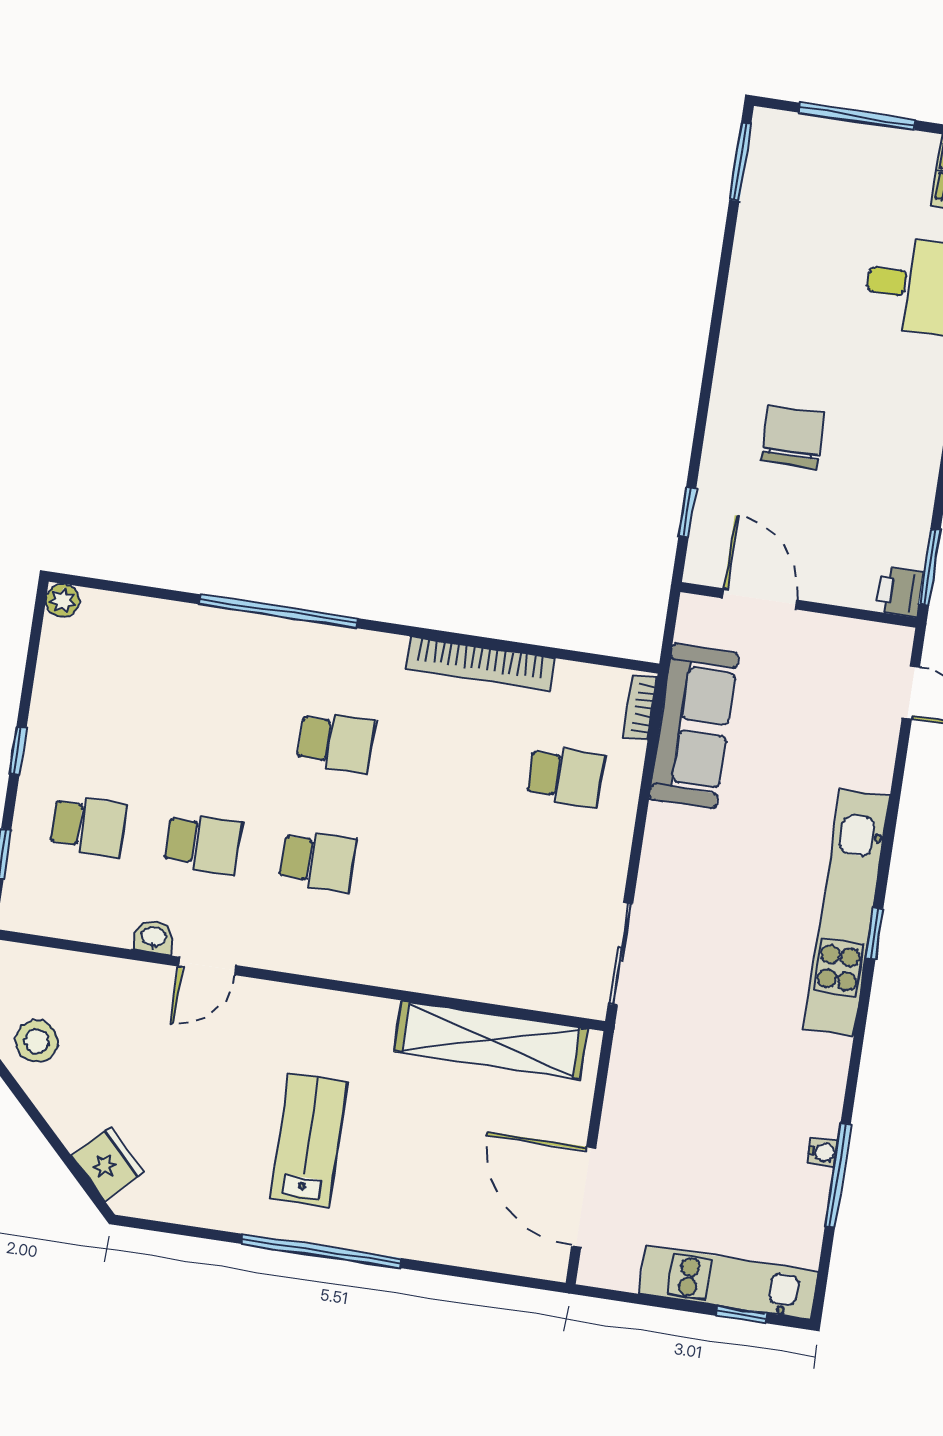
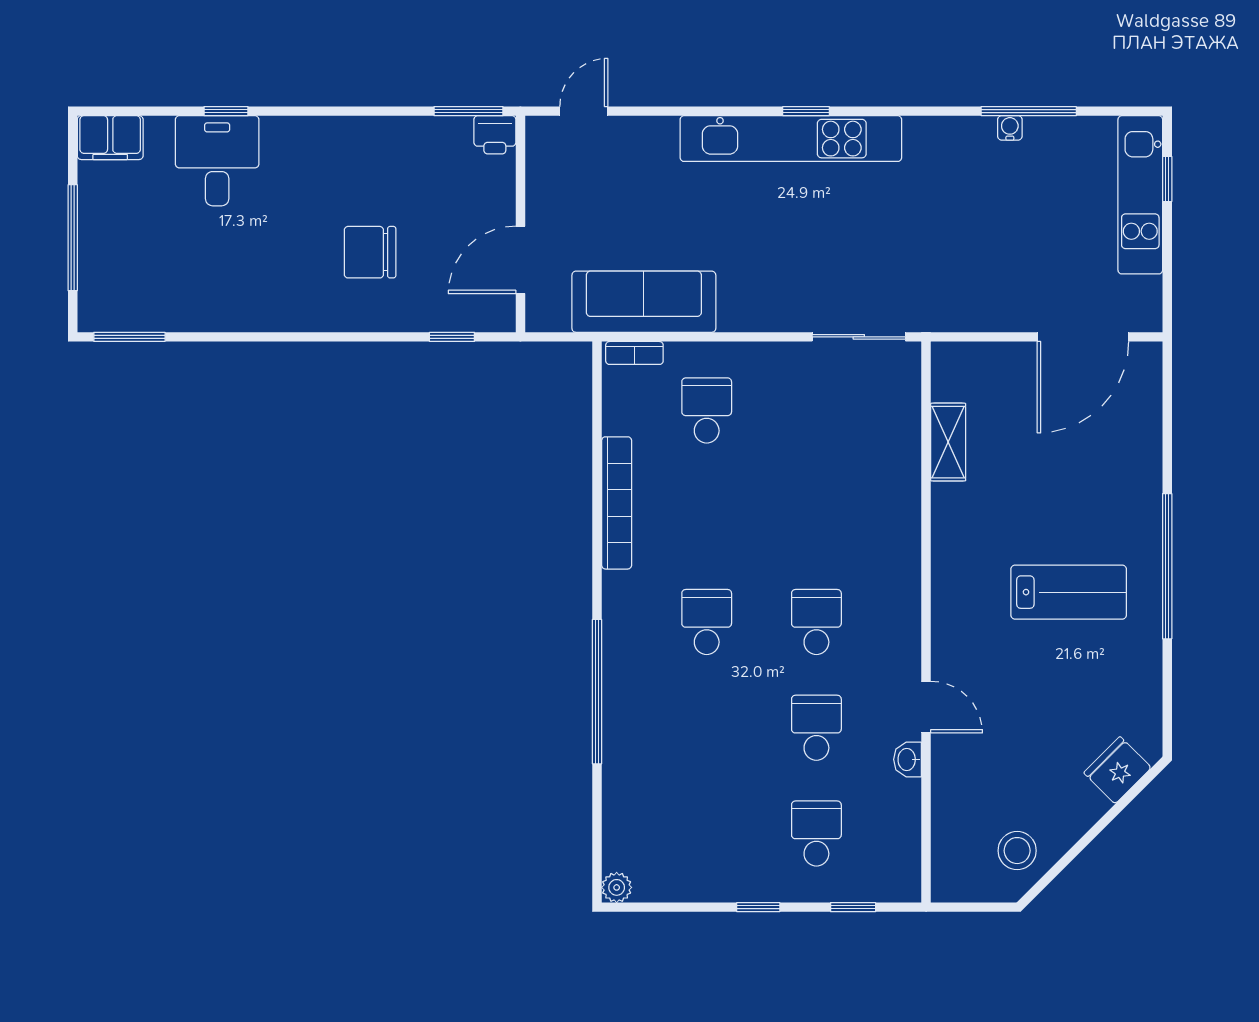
shelving: (491, 1040) -> (948, 442), width x0.45, depth x0.75
lab bench: (309, 1140) -> (1069, 592), turned 180

